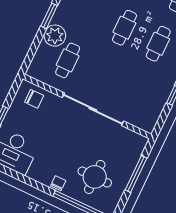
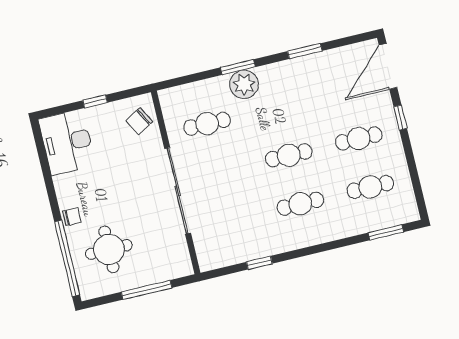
plant: (55, 36) -> (244, 84), moved
chair: (34, 99) -> (139, 121), turned 61

